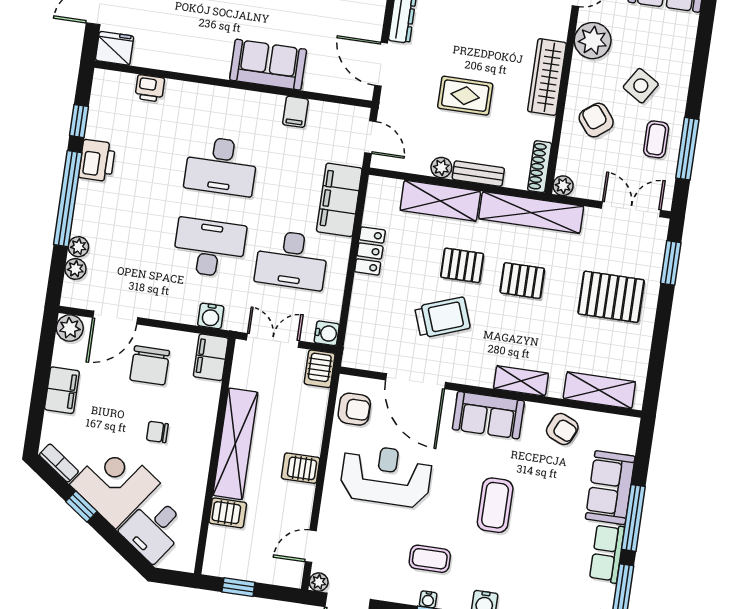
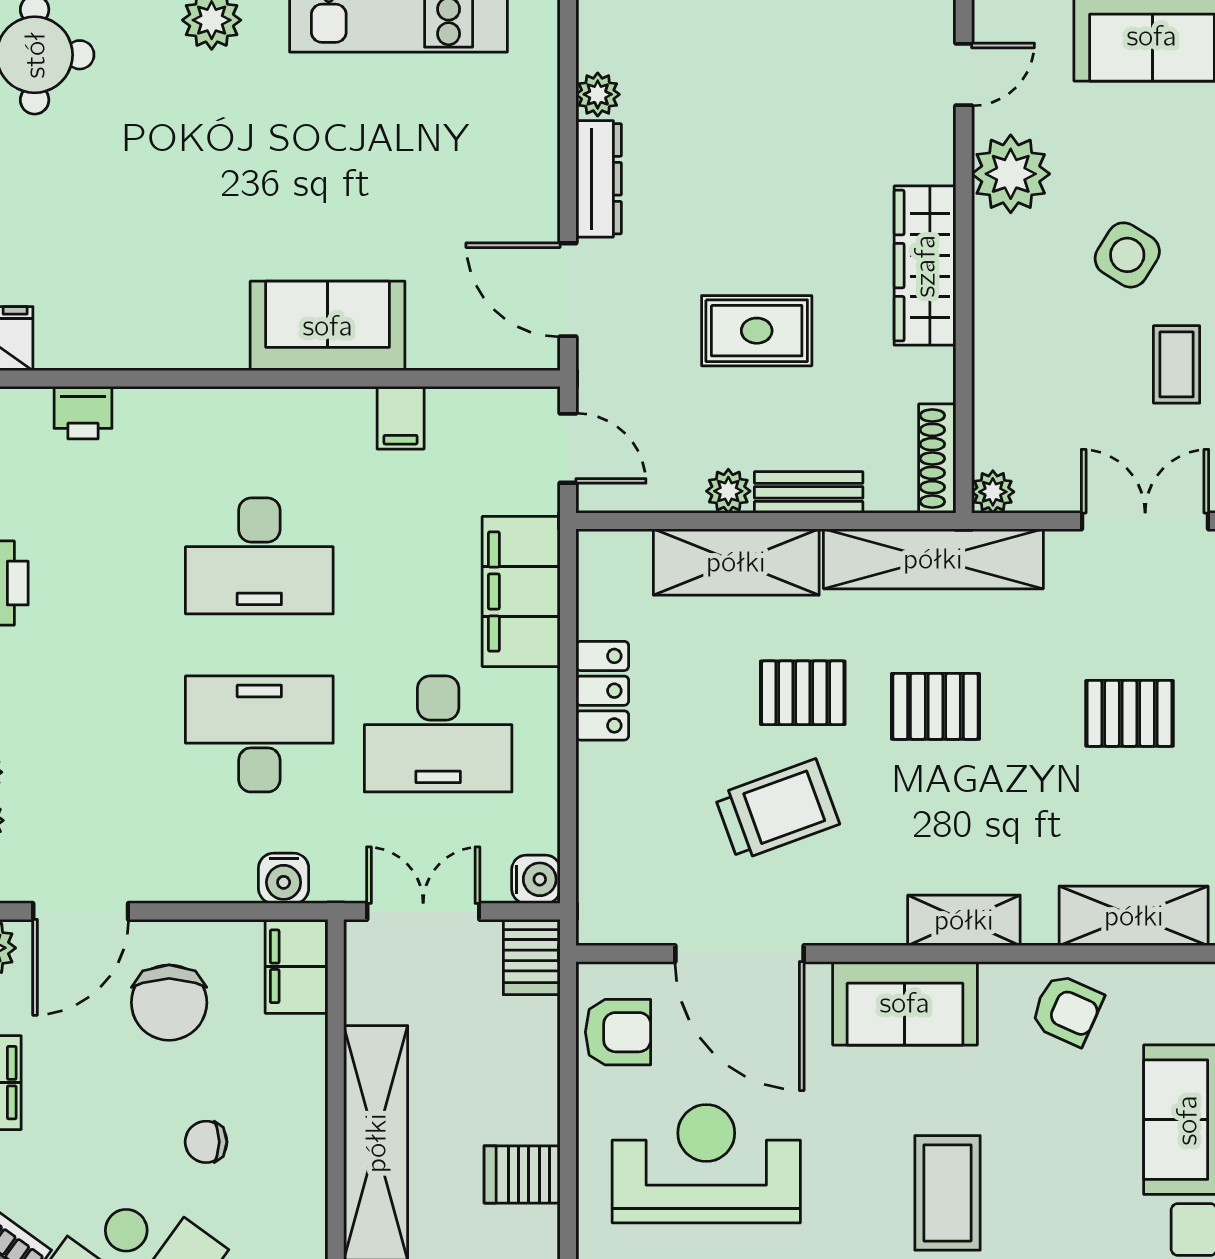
armchair: (596, 120) -> (1043, 342), removed
pallet: (611, 297) -> (1130, 713), width x0.67, depth x0.71

